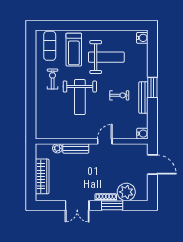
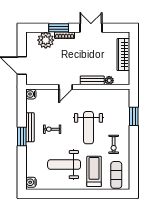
weight bench: (80, 97) -> (89, 128), turned 180
window: (31, 109) -> (134, 116), added

